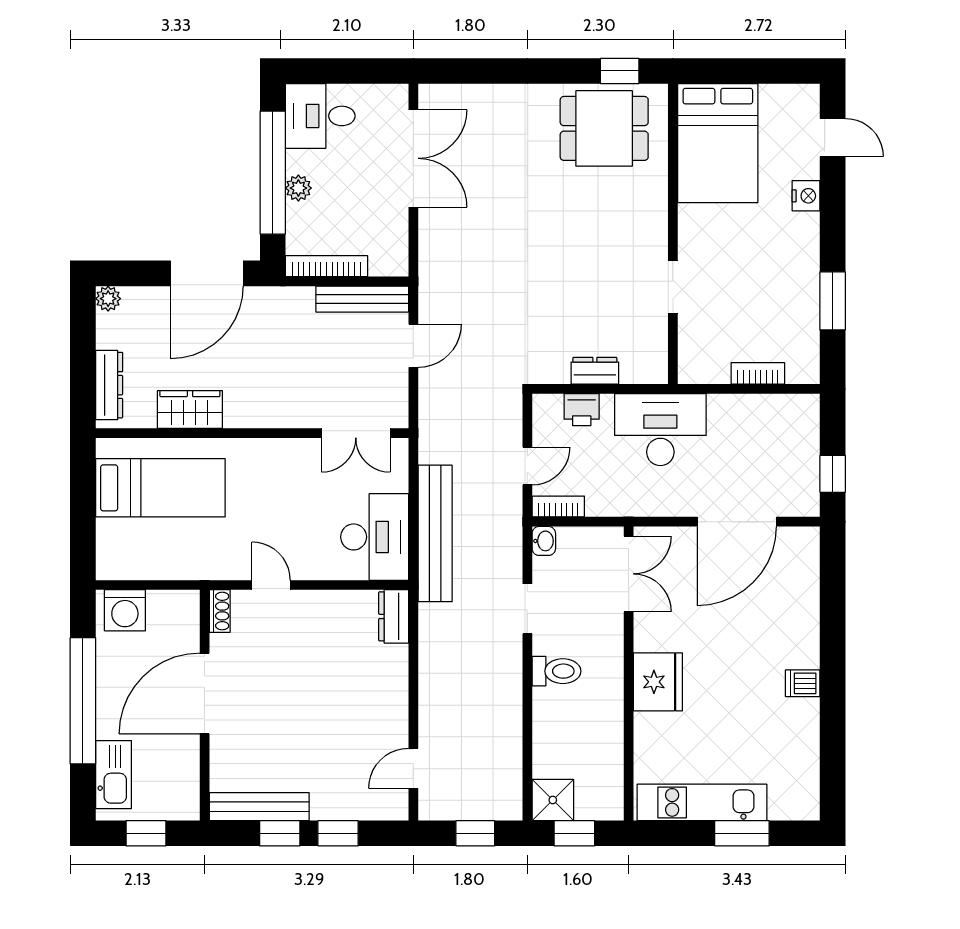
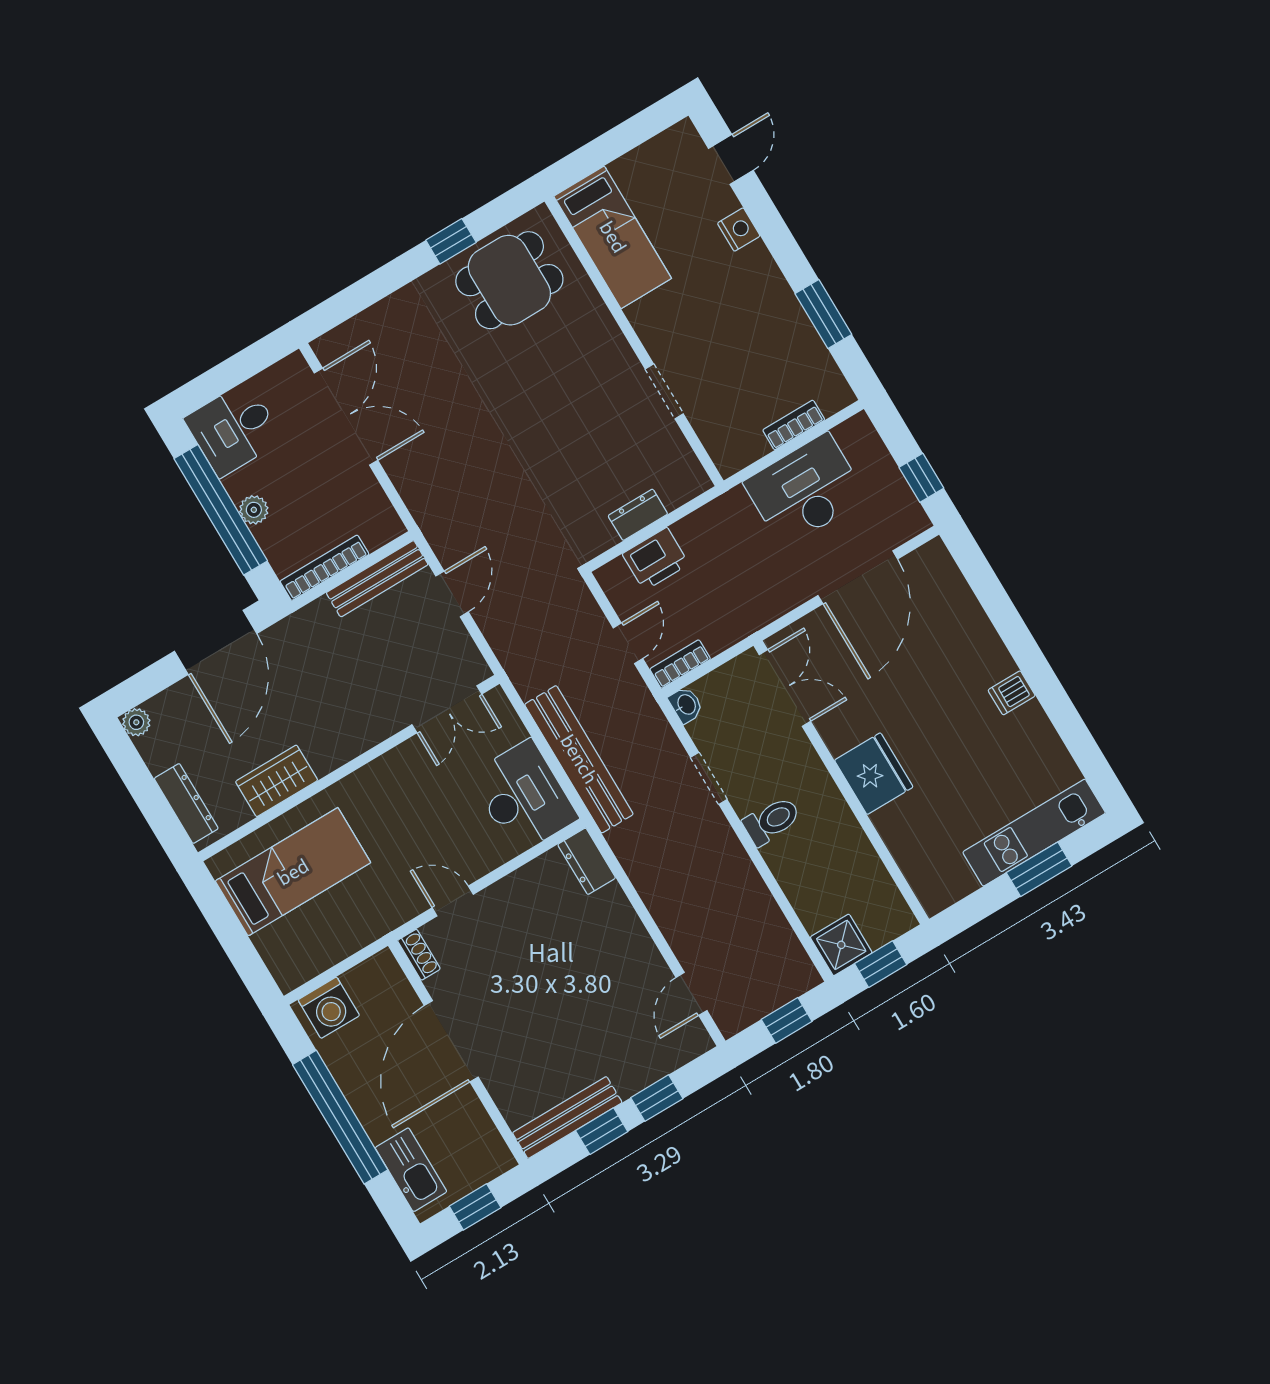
window: (620, 71) -> (451, 241), moved
door: (833, 138) -> (731, 159), hinge flipped
bed: (718, 143) -> (613, 237), width x0.67
printer: (582, 410) -> (656, 559), width x1.36, depth x1.24
desk: (660, 430) -> (805, 490), moved
kitchen unit: (702, 802) -> (1034, 833), moved

